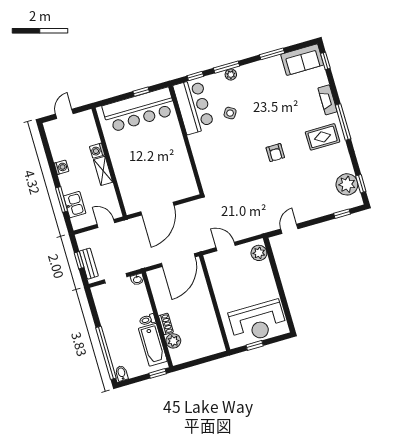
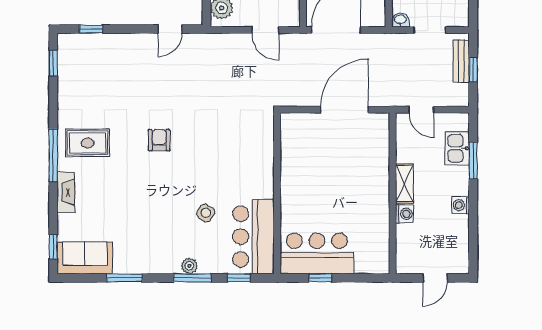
bar counter: (139, 110) -> (317, 253), width x0.73
plant: (347, 184) -> (73, 68), removed

